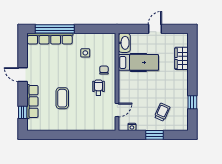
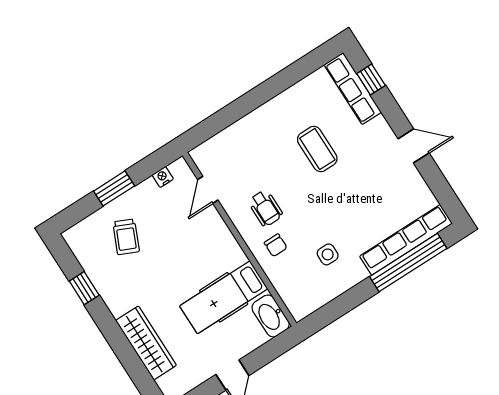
wardrobe: (182, 58) -> (146, 343), width x1.50
row of seats: (32, 101) -> (353, 89), moved

